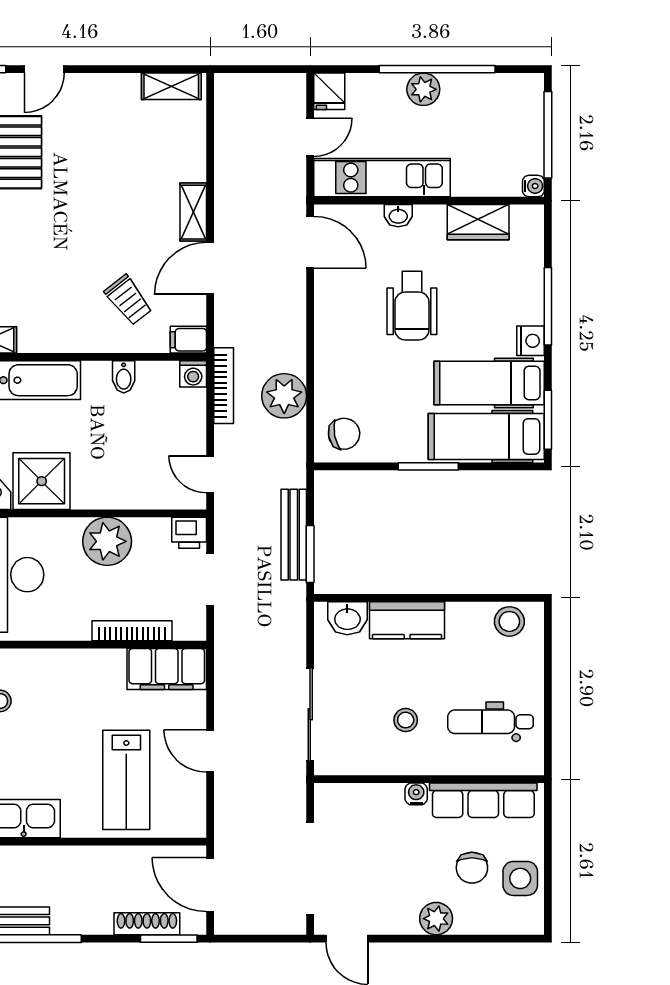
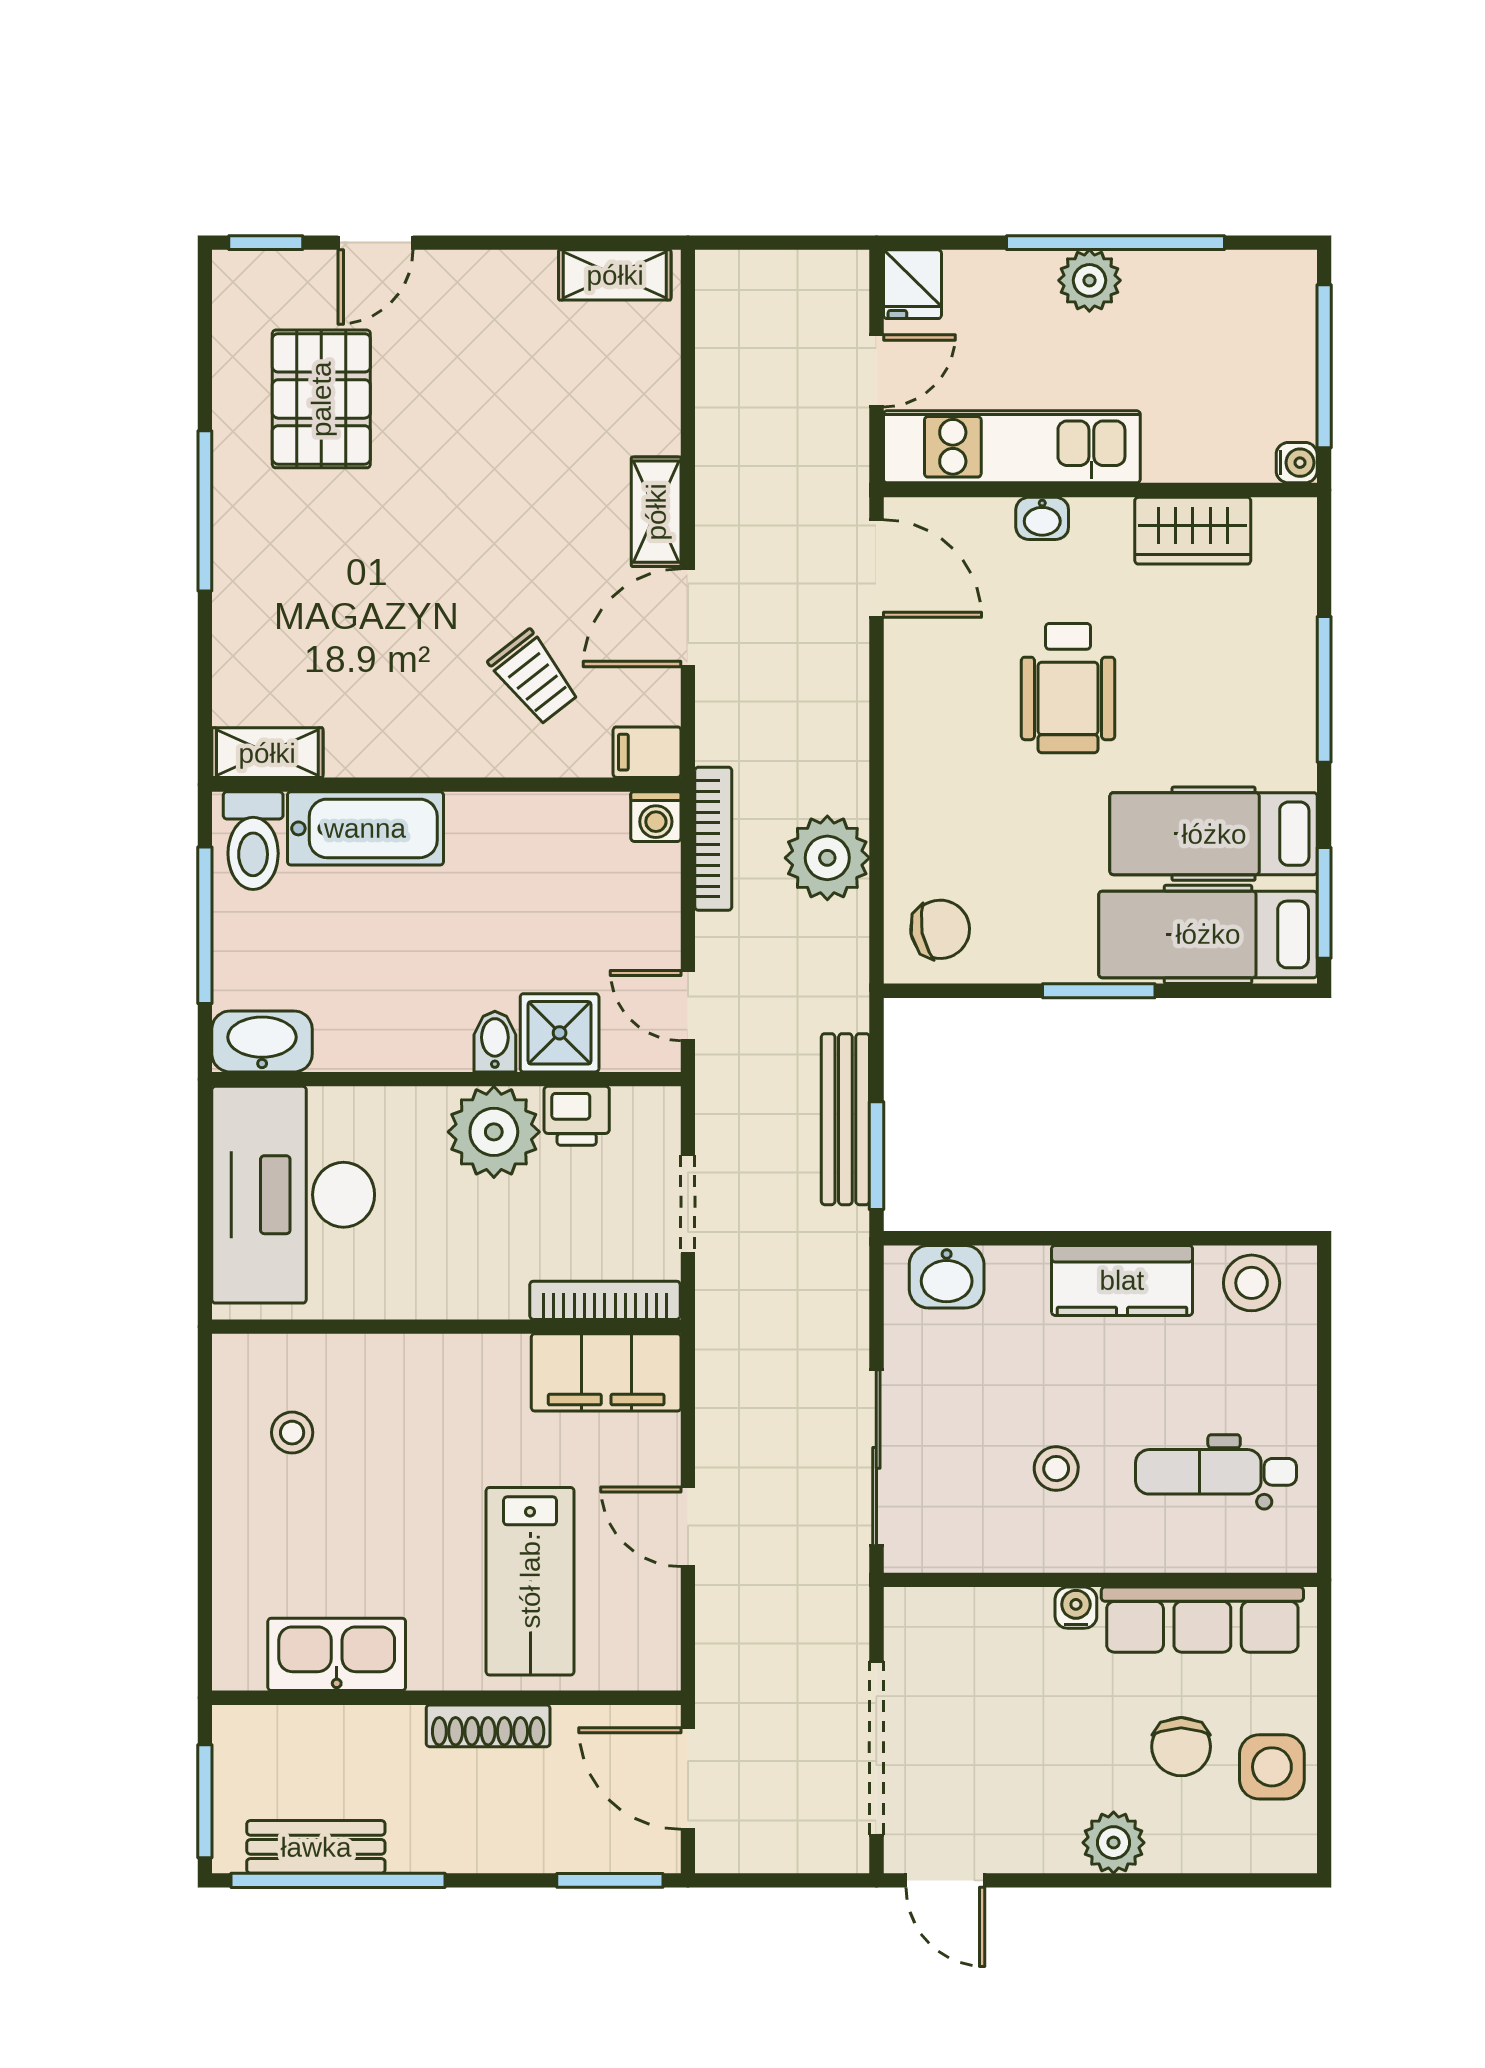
nightstand: (530, 341) -> (1291, 754), removed
bidet: (124, 377) -> (495, 1042), moved, turned 180
shower: (42, 481) -> (560, 1033), moved, width x0.73, depth x0.73
printer: (189, 533) -> (577, 1116), moved
kitchen counter: (407, 620) -> (1122, 1280), moved
bookcase: (132, 631) -> (605, 1300), moved
shoe rack: (147, 924) -> (488, 1726), moved, turned 180

